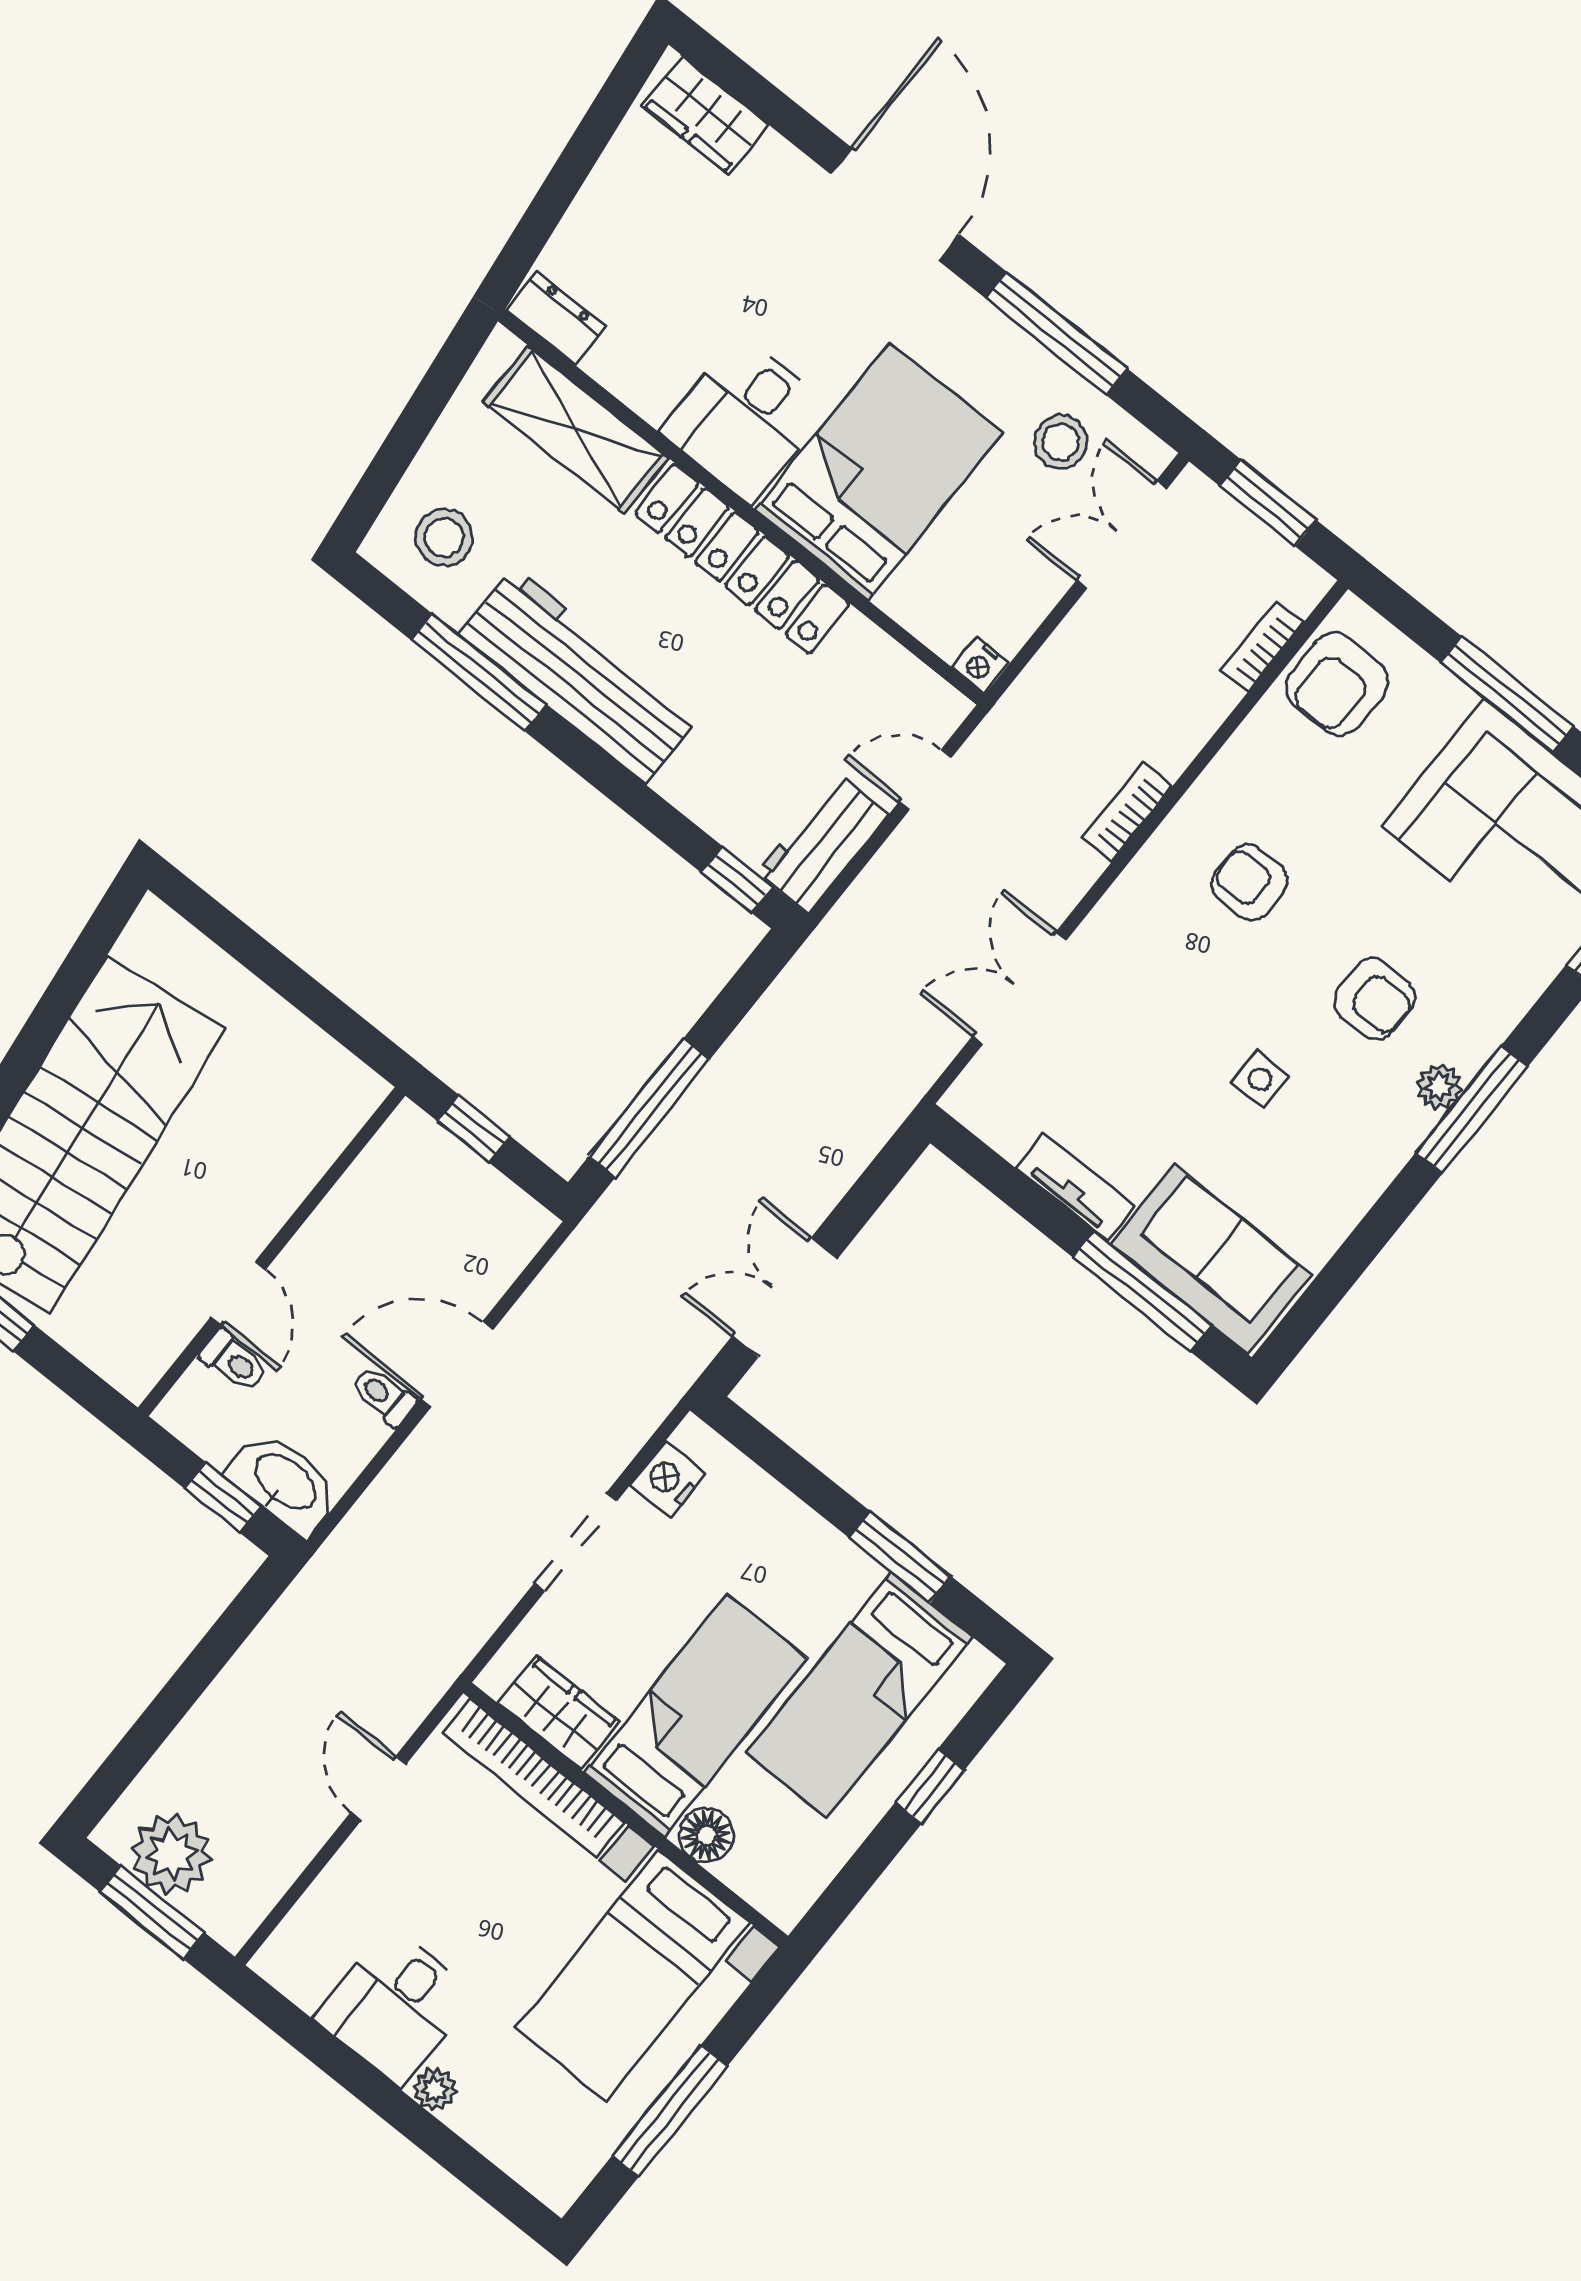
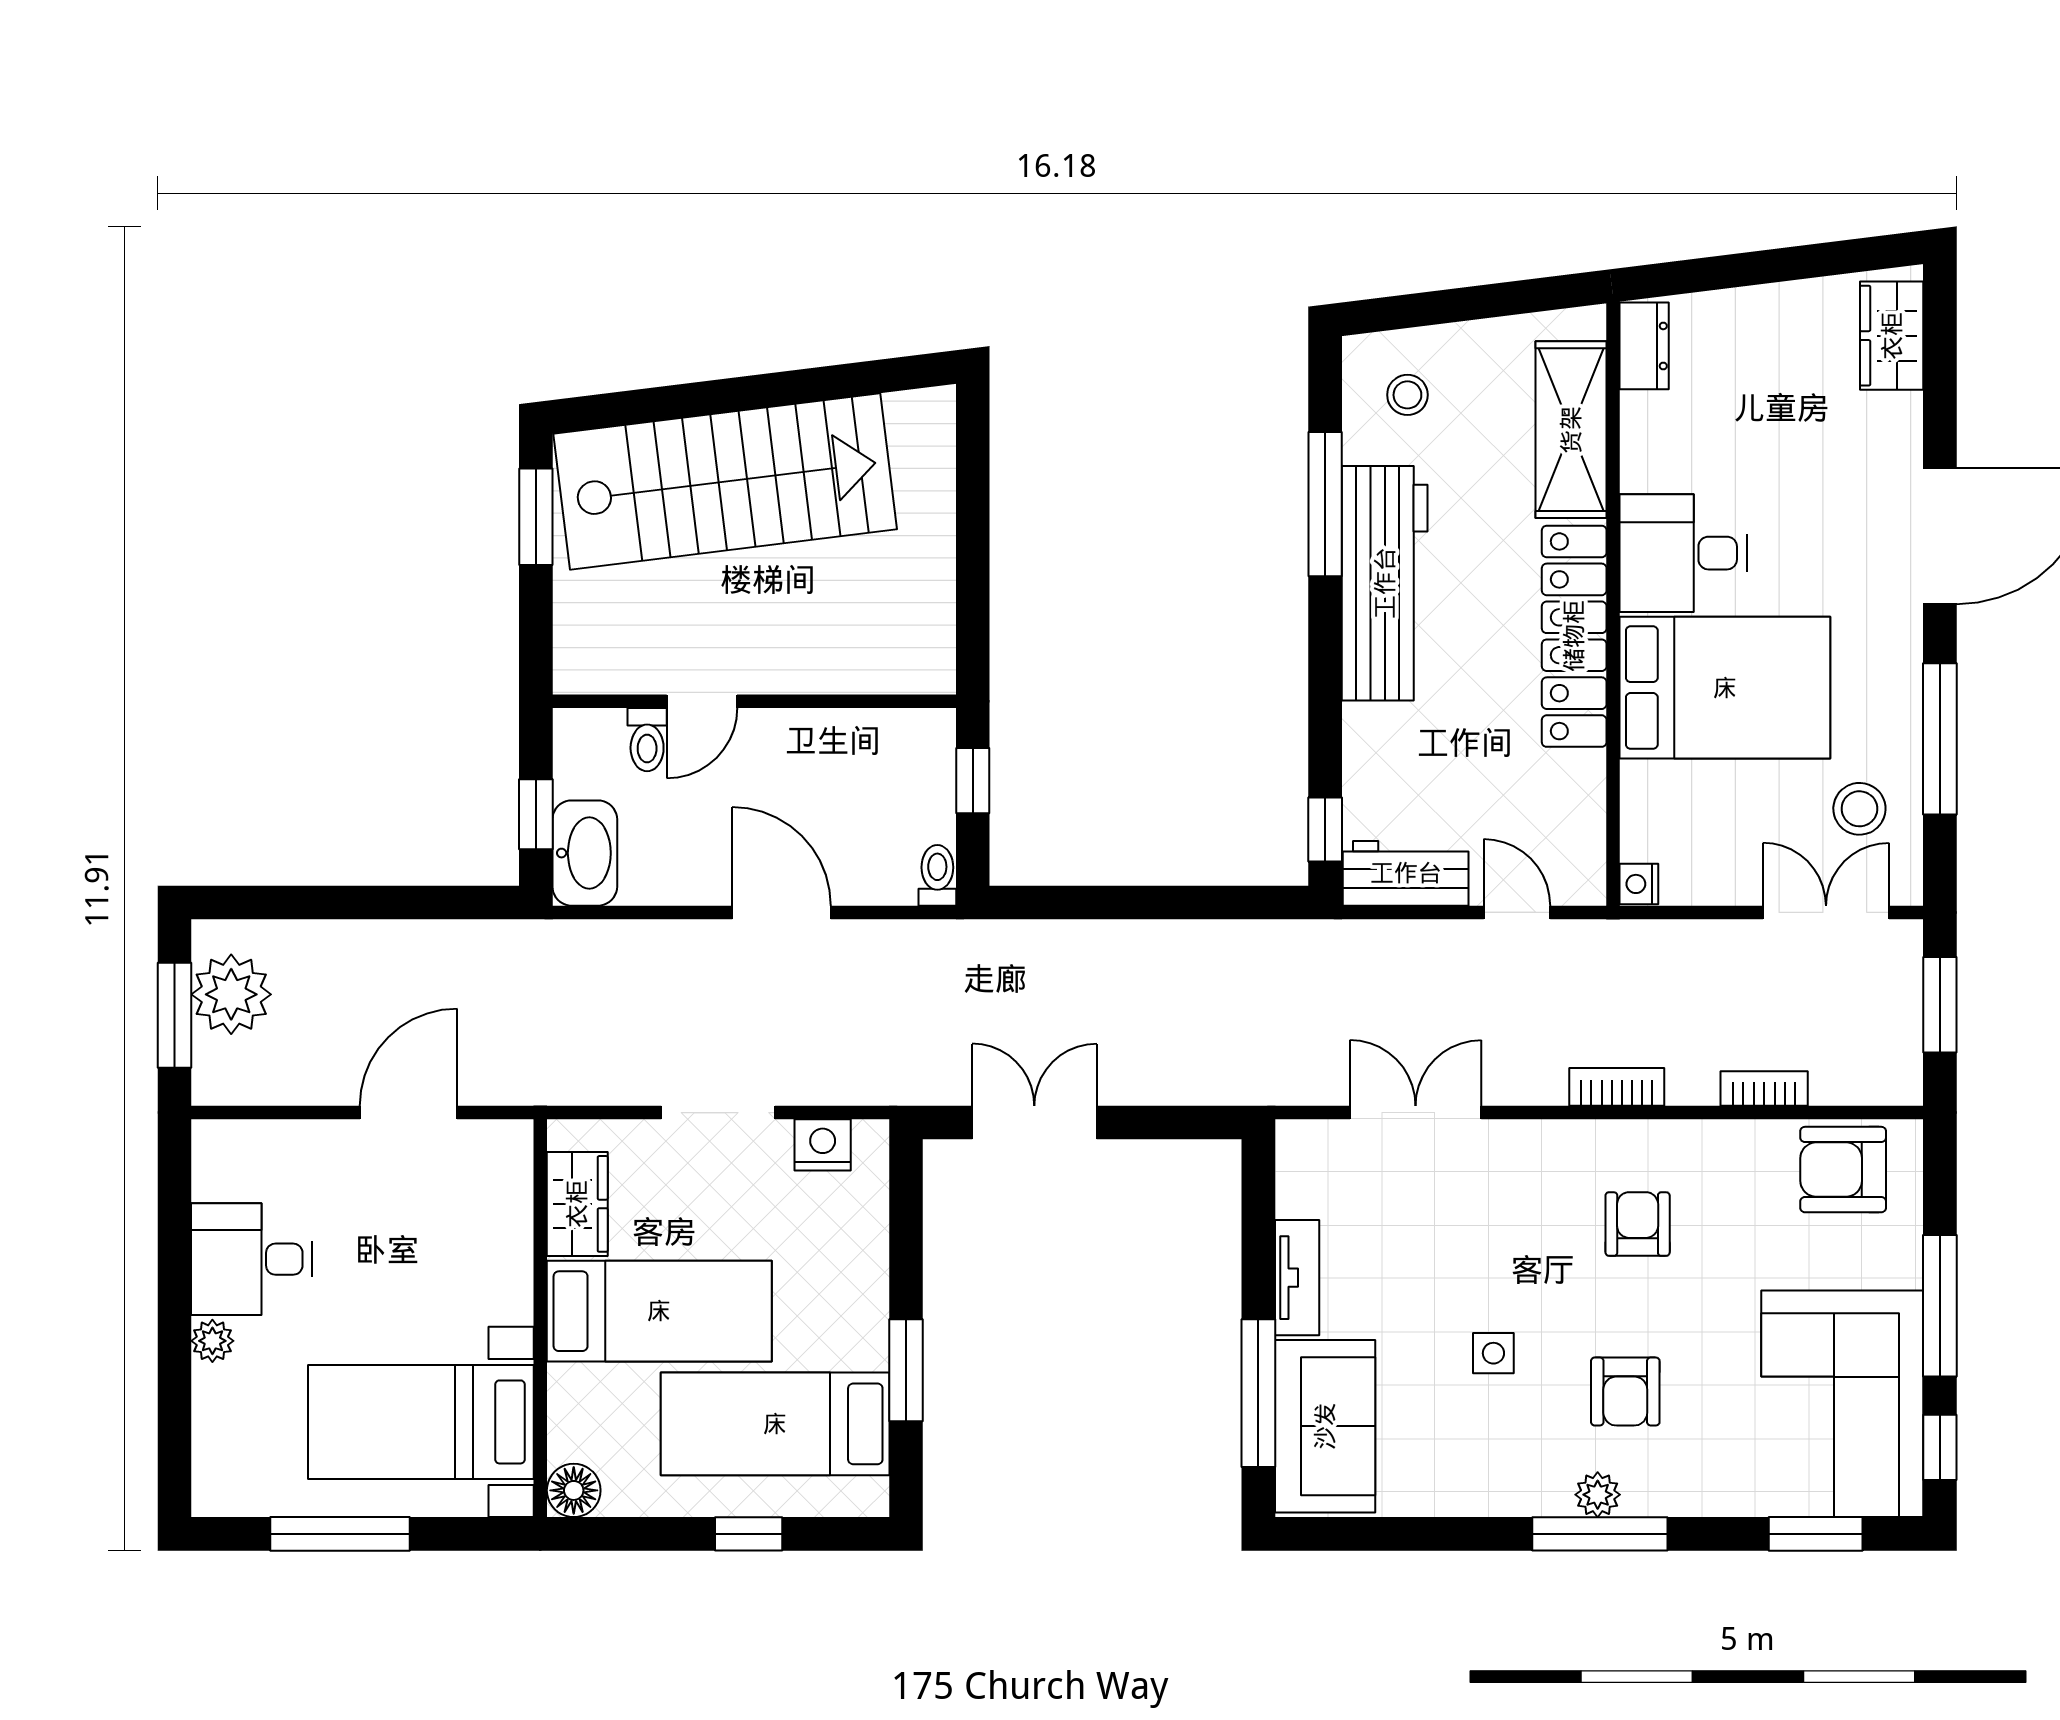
stool: (444, 537) -> (1407, 395), width x0.73, depth x0.73
bookcase: (1262, 647) -> (1764, 1088), moved
window: (649, 1108) -> (1096, 902), removed
toilet: (383, 1396) -> (937, 875), moved
bookcase: (533, 1778) -> (512, 1225), removed
door: (378, 1788) -> (409, 1113), width x1.38
floor lamp: (706, 1835) -> (574, 1490), moved

